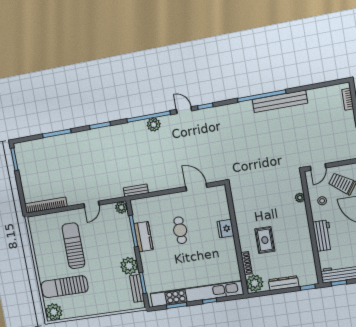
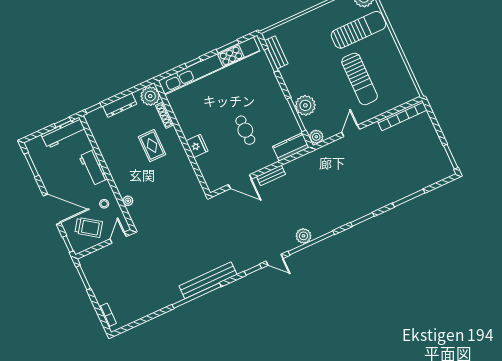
bench: (280, 101) -> (208, 280), moved
bench: (136, 190) -> (271, 175), moved
kitchen counter: (143, 237) -> (291, 147), moved, turned 90
plant: (129, 266) -> (305, 105), moved

